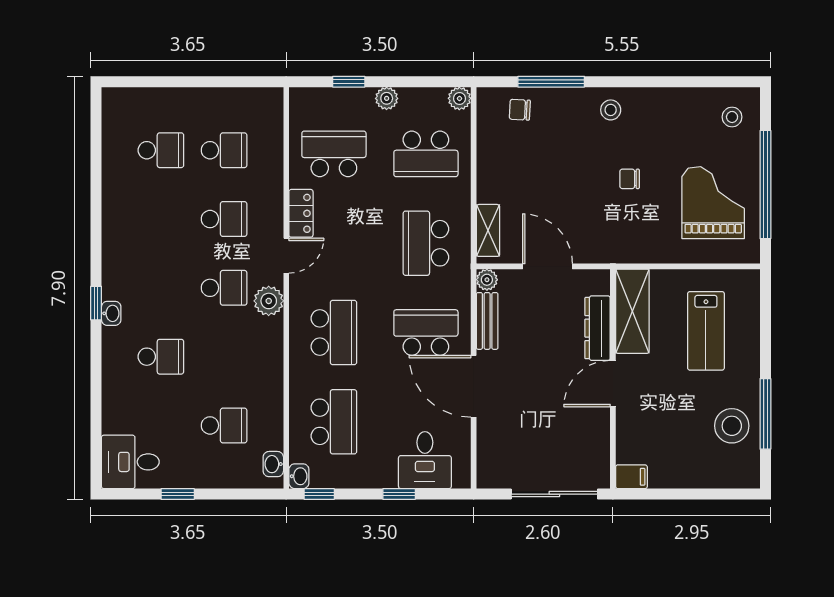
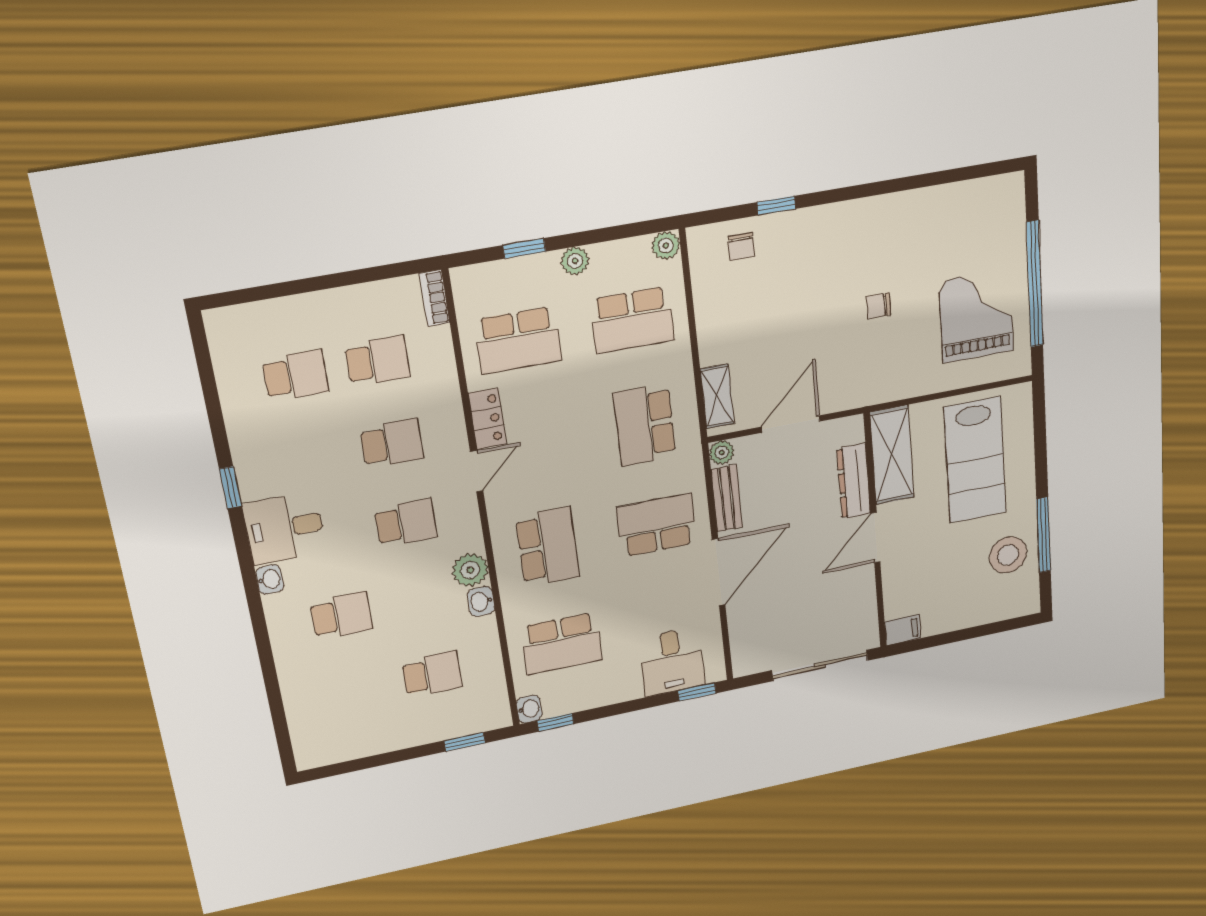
window: (551, 82) -> (776, 206), width x0.46
bookcase: (275, 108) -> (435, 298), added
chair: (520, 110) -> (741, 246), turned -93
stool: (611, 110) -> (851, 228), removed
stool: (732, 117) -> (993, 212), removed
school desk: (334, 154) -> (518, 340), turned 180
door: (547, 266) -> (791, 424), hinge flipped
plant: (269, 301) -> (470, 570), moved
window: (96, 303) -> (230, 488), moved
lab bench: (706, 331) -> (975, 460), width x1.36, depth x1.39
door: (474, 386) -> (719, 572), swing flipped
school desk: (334, 422) -> (562, 643), turned 90
desk: (130, 462) -> (284, 528), moved
washbasin: (273, 464) -> (481, 601), moved
window: (178, 494) -> (465, 742), moved
window: (399, 494) -> (697, 692), moved

